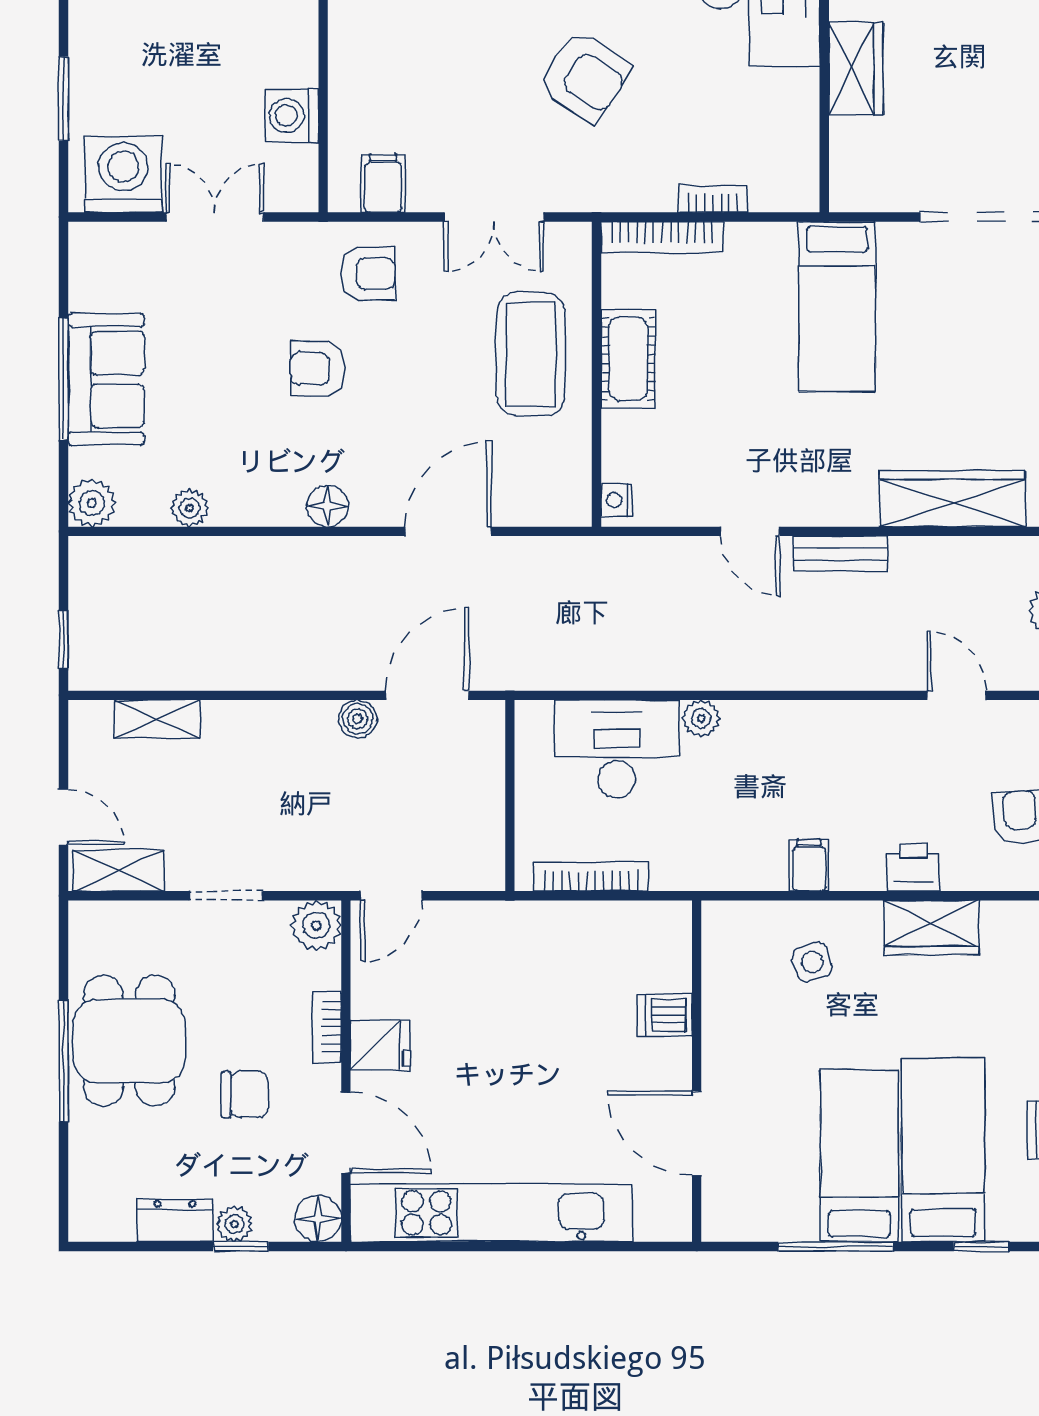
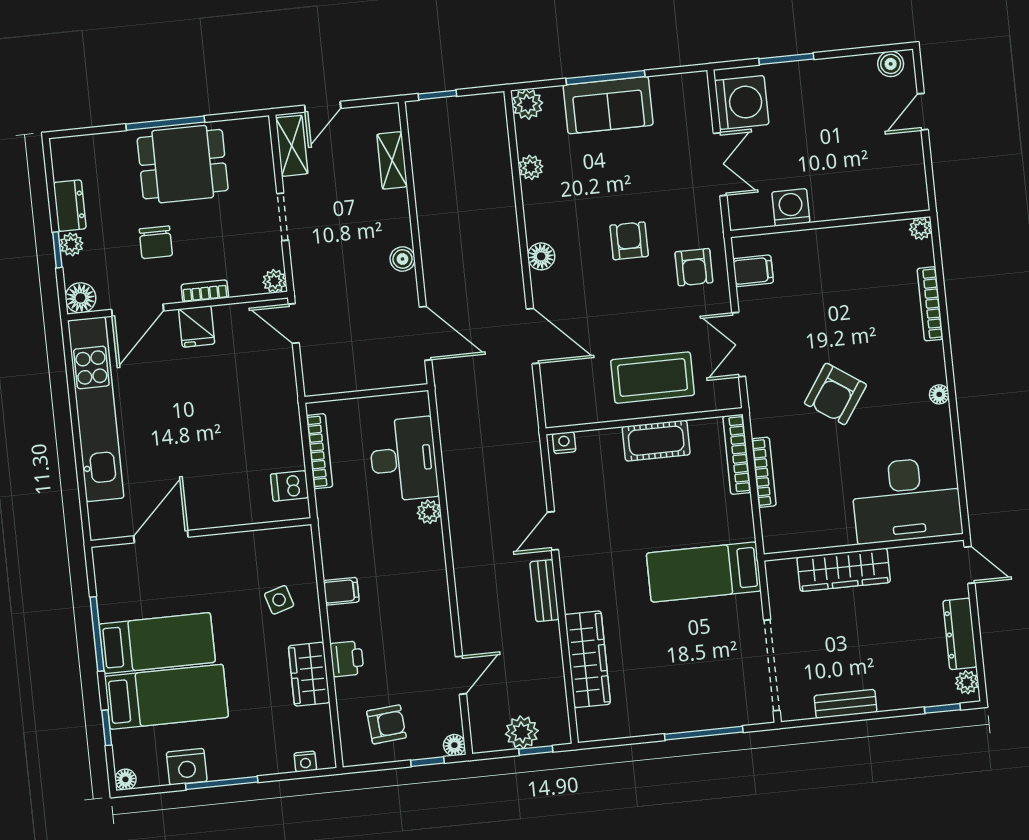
wardrobe: (856, 69) -> (844, 570), width x1.50
bookcase: (713, 199) -> (764, 472), width x1.56
boiler: (358, 719) -> (403, 259), moved
plant: (316, 925) -> (275, 281), width x0.73, depth x0.73
dishwasher: (665, 1015) -> (290, 486), moved, turned -90

